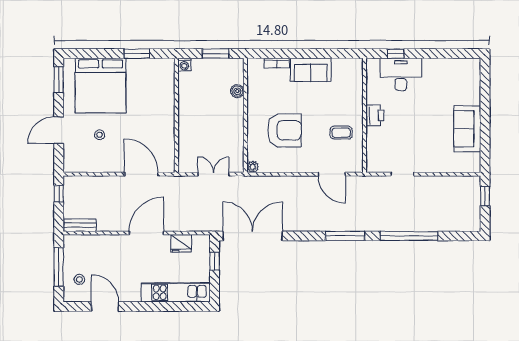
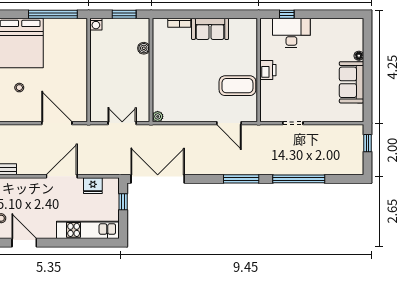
window: (137, 54) -> (53, 14), width x2.11
floor lamp: (475, 100) -> (359, 56), added
armchair: (284, 130) -> (186, 84), removed
coffee table: (341, 133) -> (237, 86), width x1.86, depth x1.72

